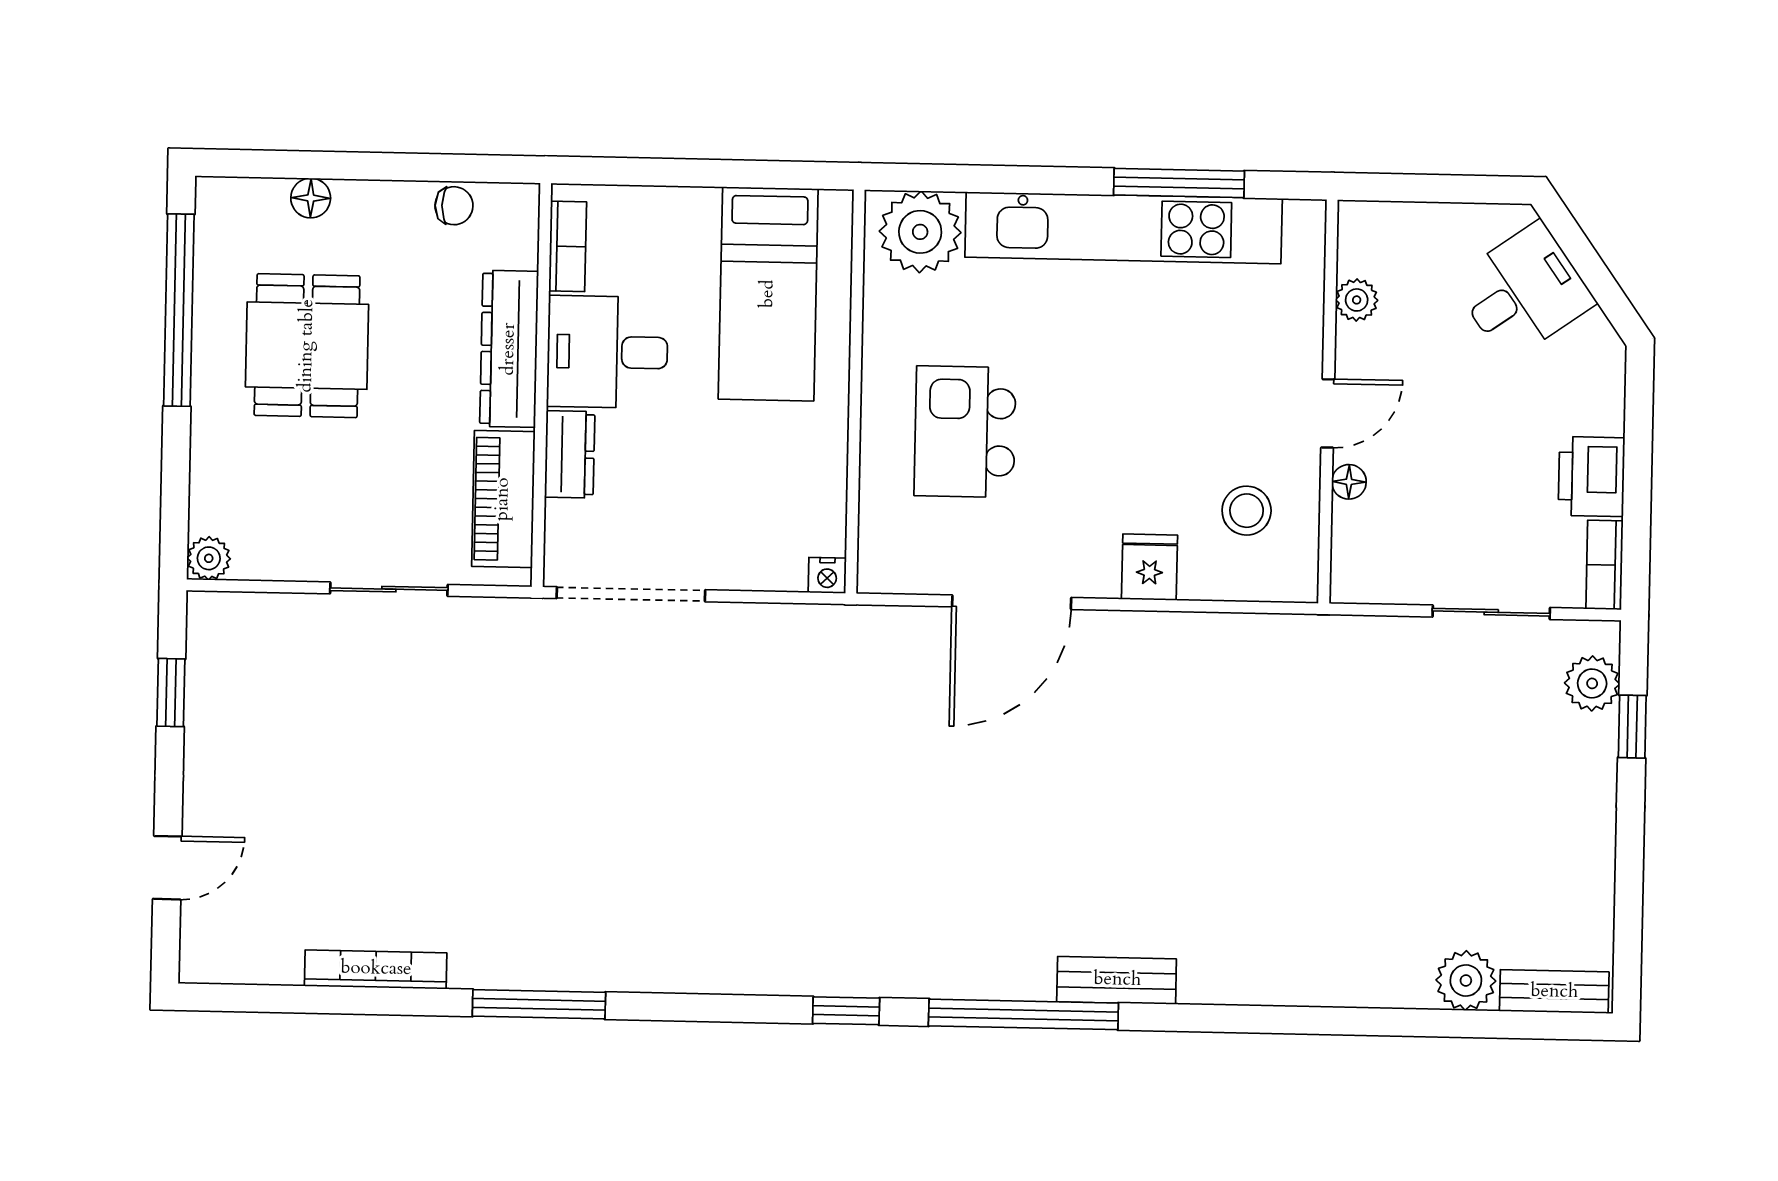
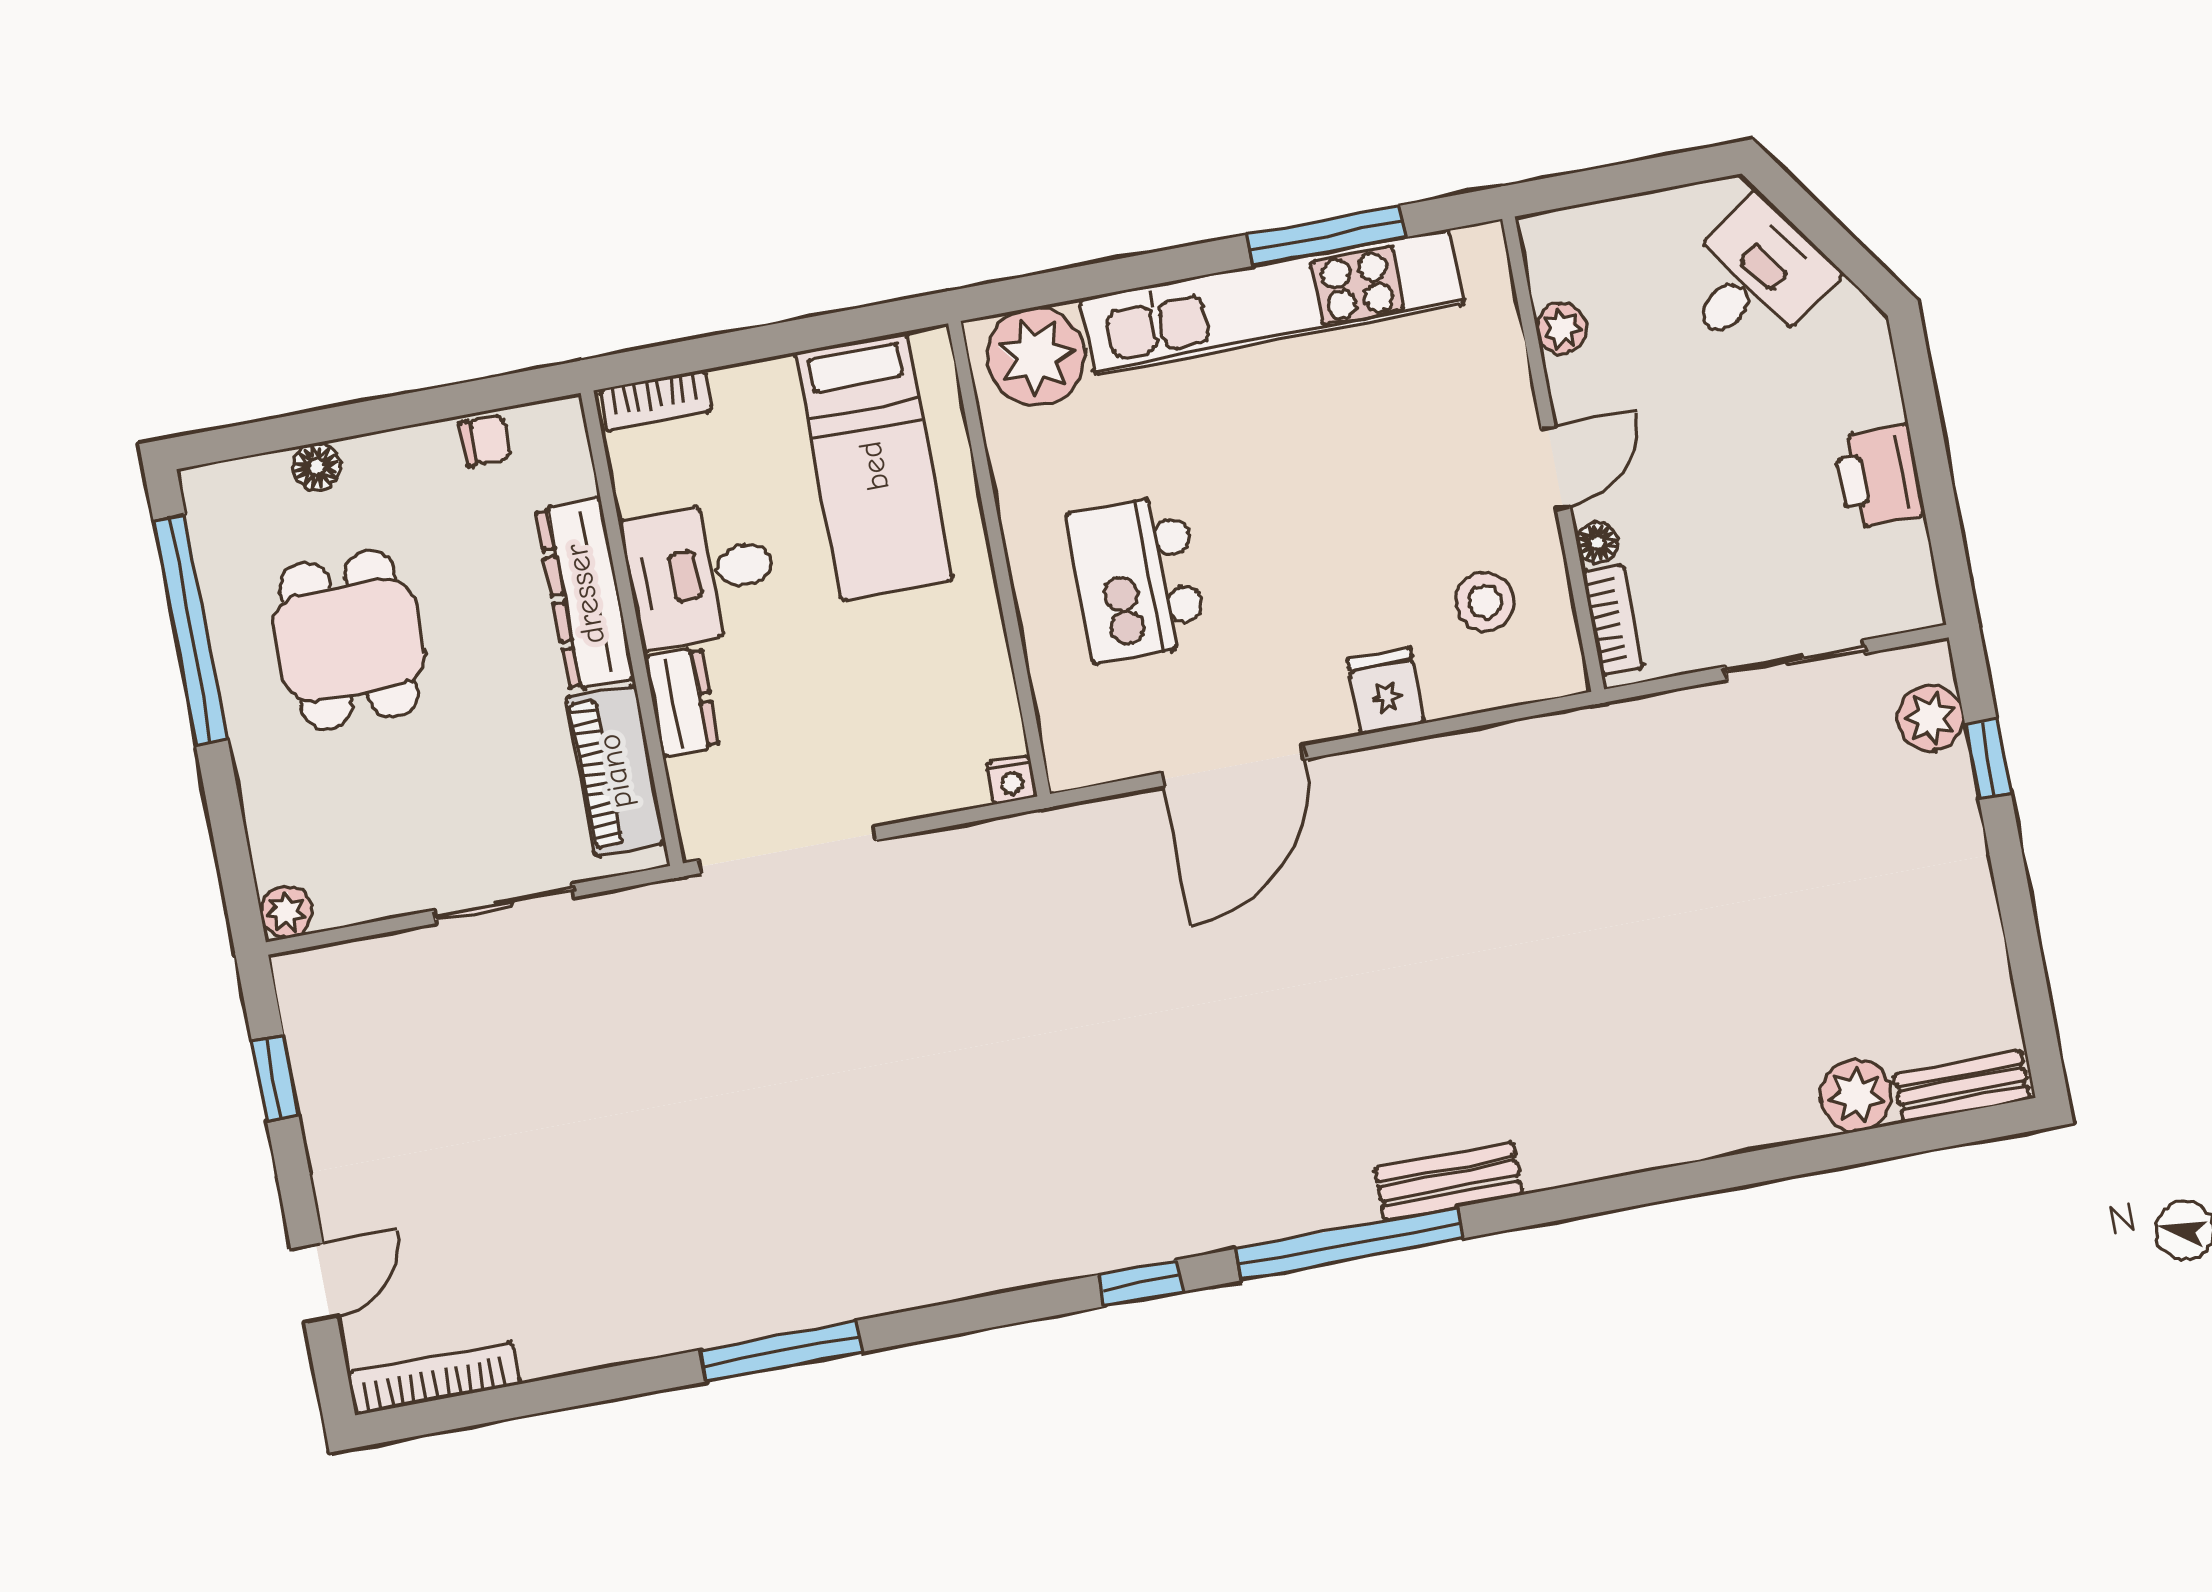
bookcase: (568, 246) -> (655, 401), moved, turned 90
bookcase: (1605, 565) -> (1612, 620), moved, turned 180
bookcase: (376, 969) -> (434, 1379), moved

